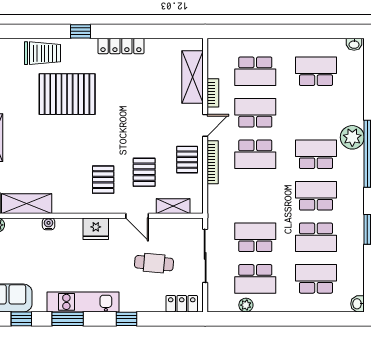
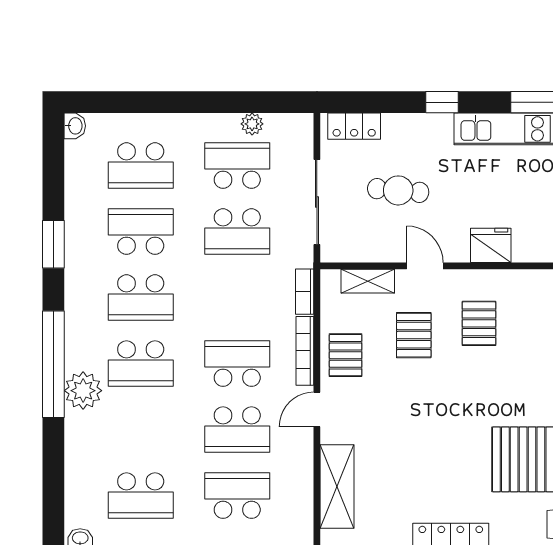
bookcase: (213, 93) -> (305, 292), moved

